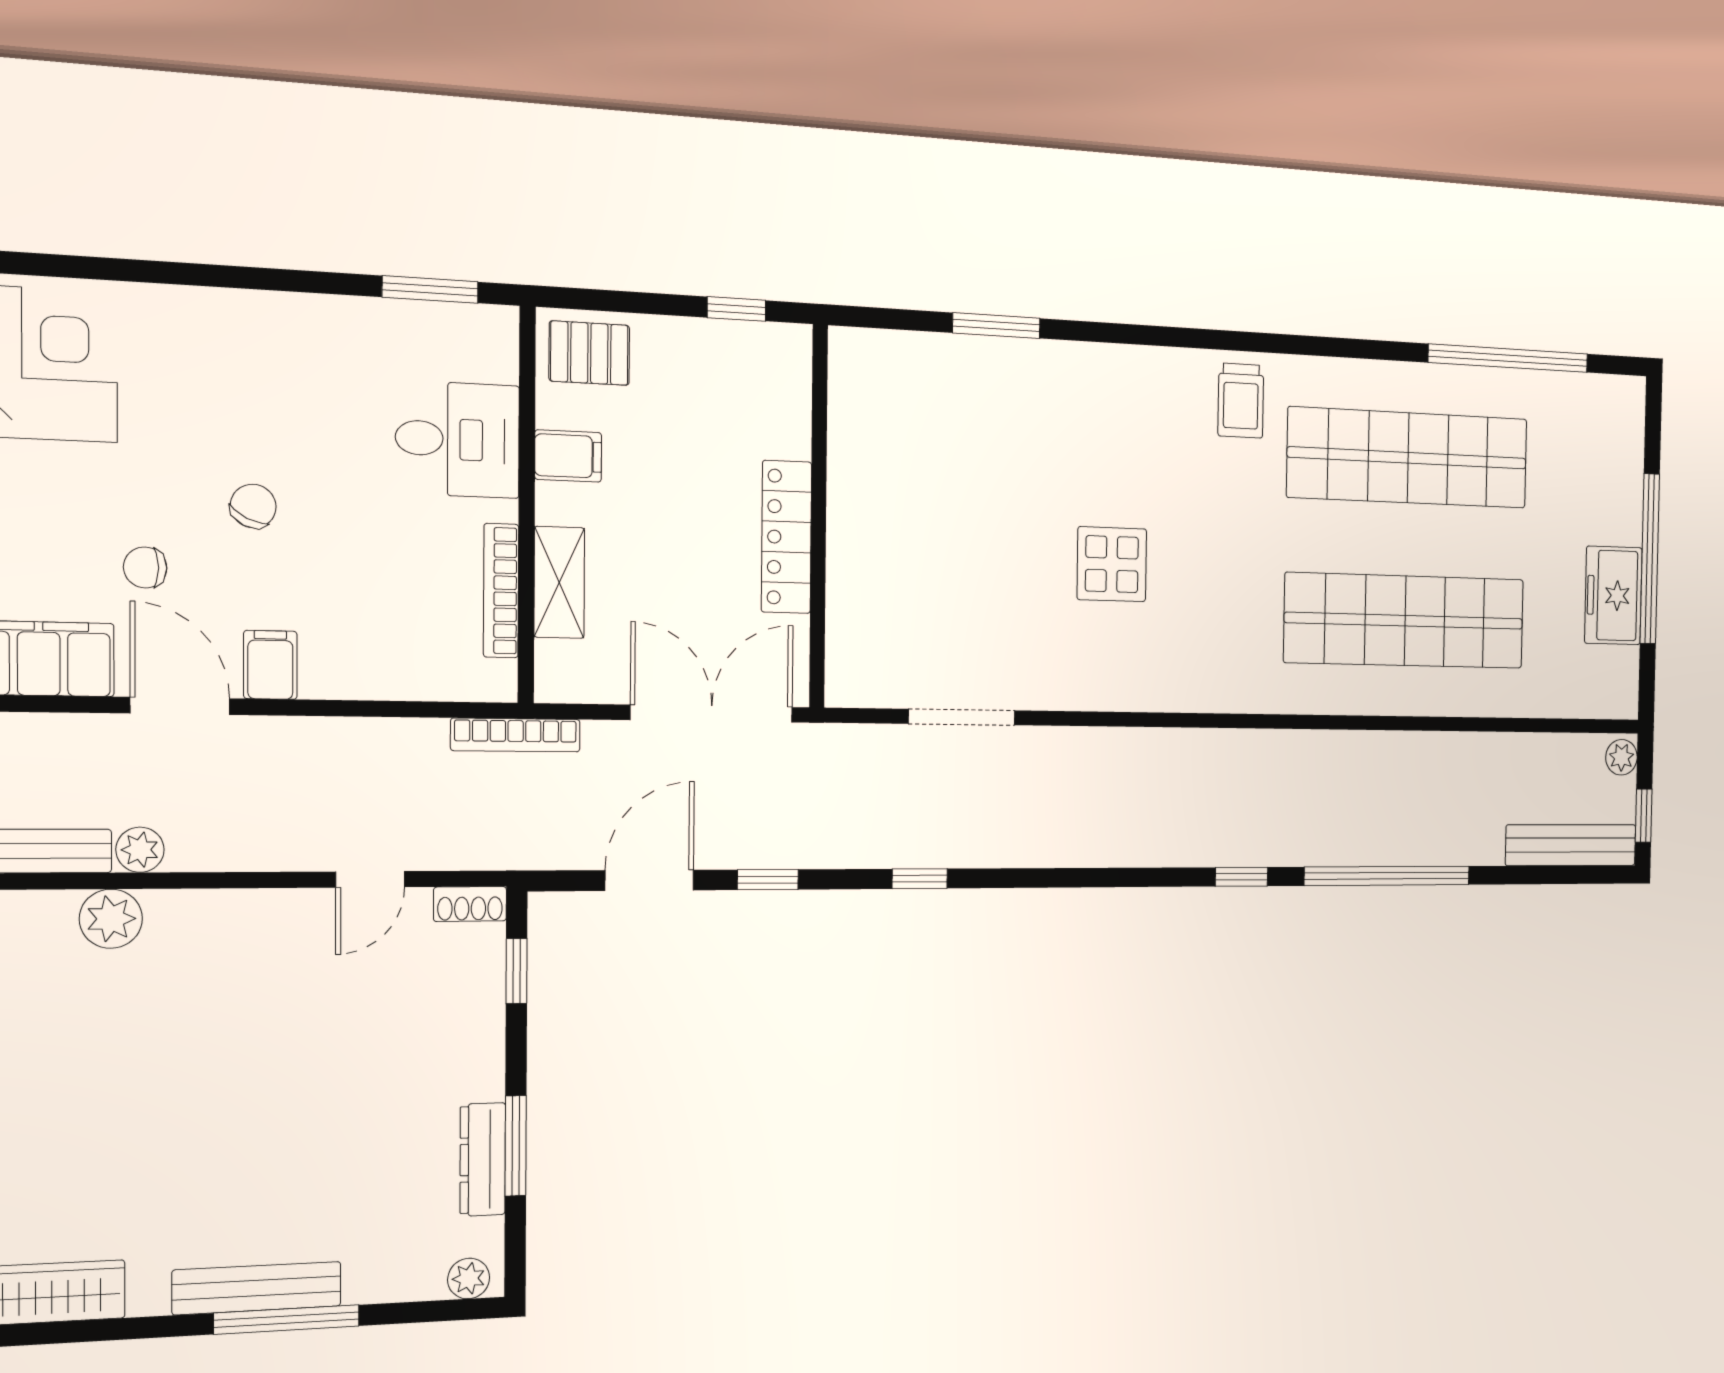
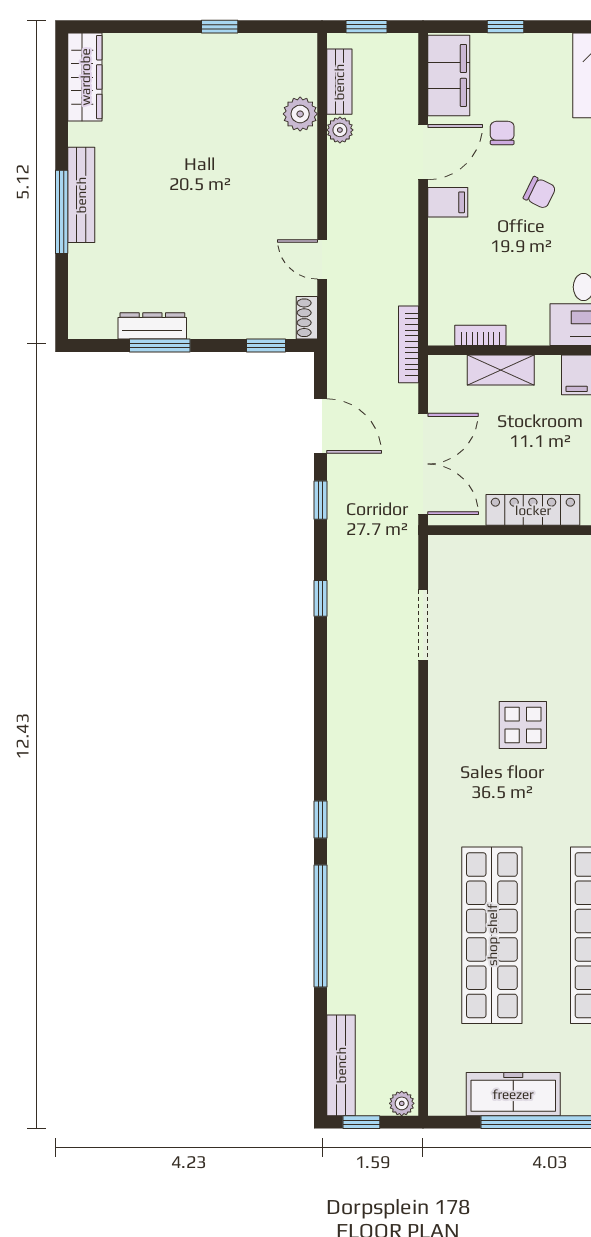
bookcase: (501, 591) -> (480, 335), width x0.64
freezer: (1613, 595) -> (513, 1094), width x1.40
plant: (469, 1279) -> (80, 318), removed

